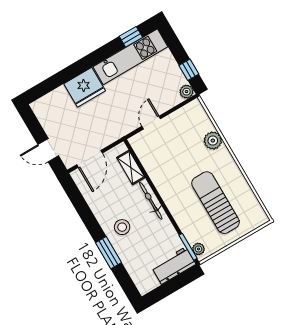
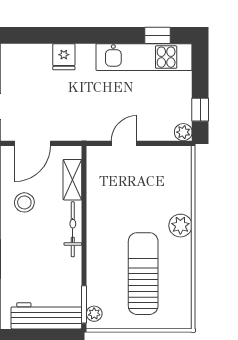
fridge: (85, 87) -> (64, 57), width x0.53, depth x0.75
plant: (213, 141) -> (180, 226), moved
stool: (122, 227) -> (24, 202), moved
workbench: (174, 266) -> (46, 316), width x1.38

